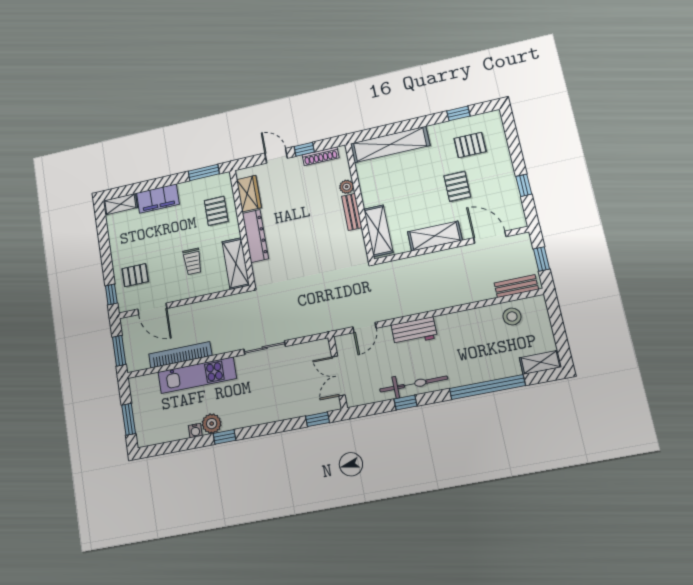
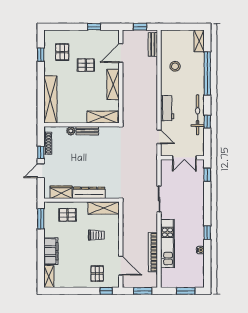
door: (152, 309) -> (121, 266), hinge flipped
stool: (512, 316) -> (175, 66), moved
plant: (212, 424) -> (198, 239), removed

